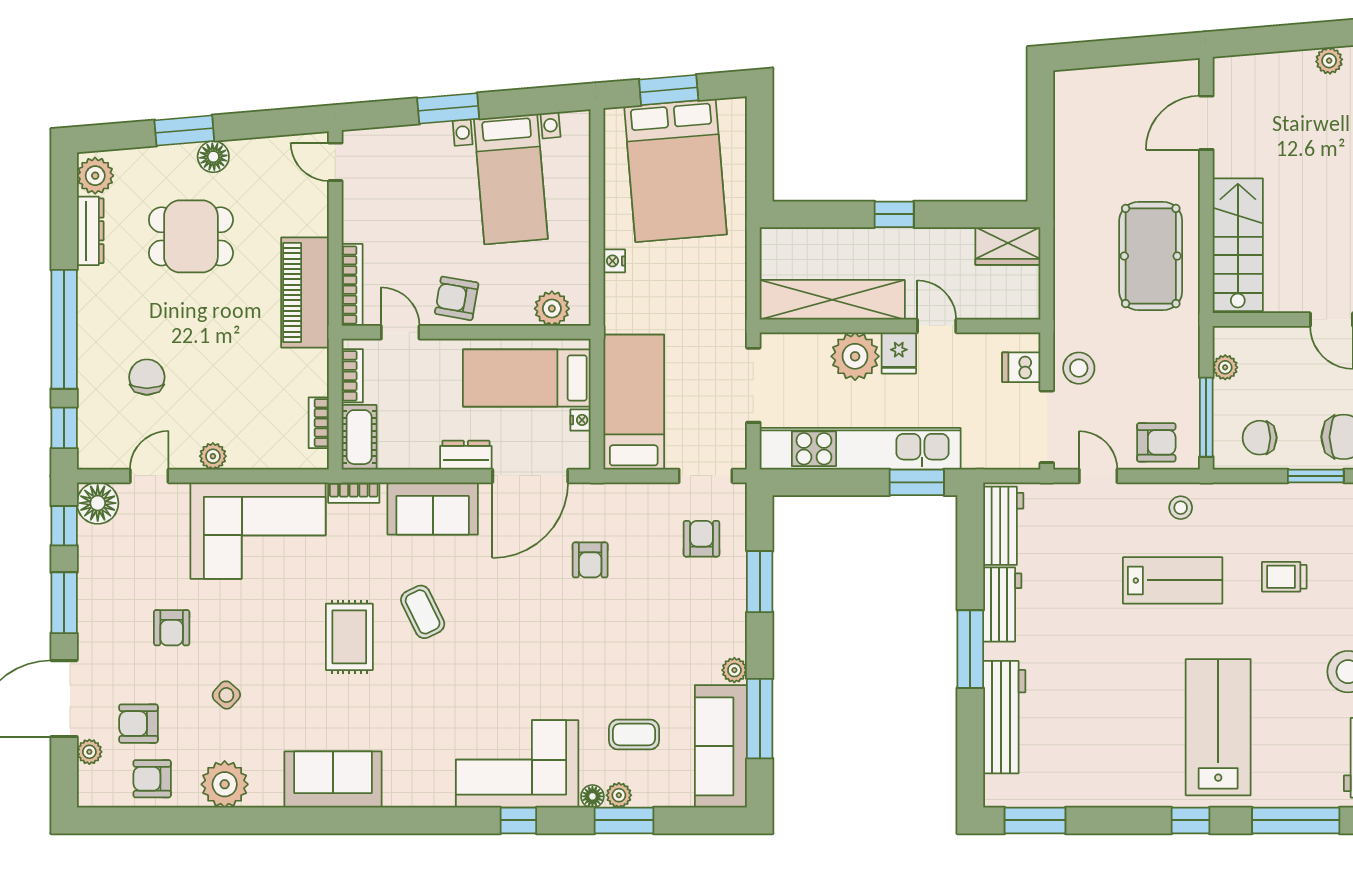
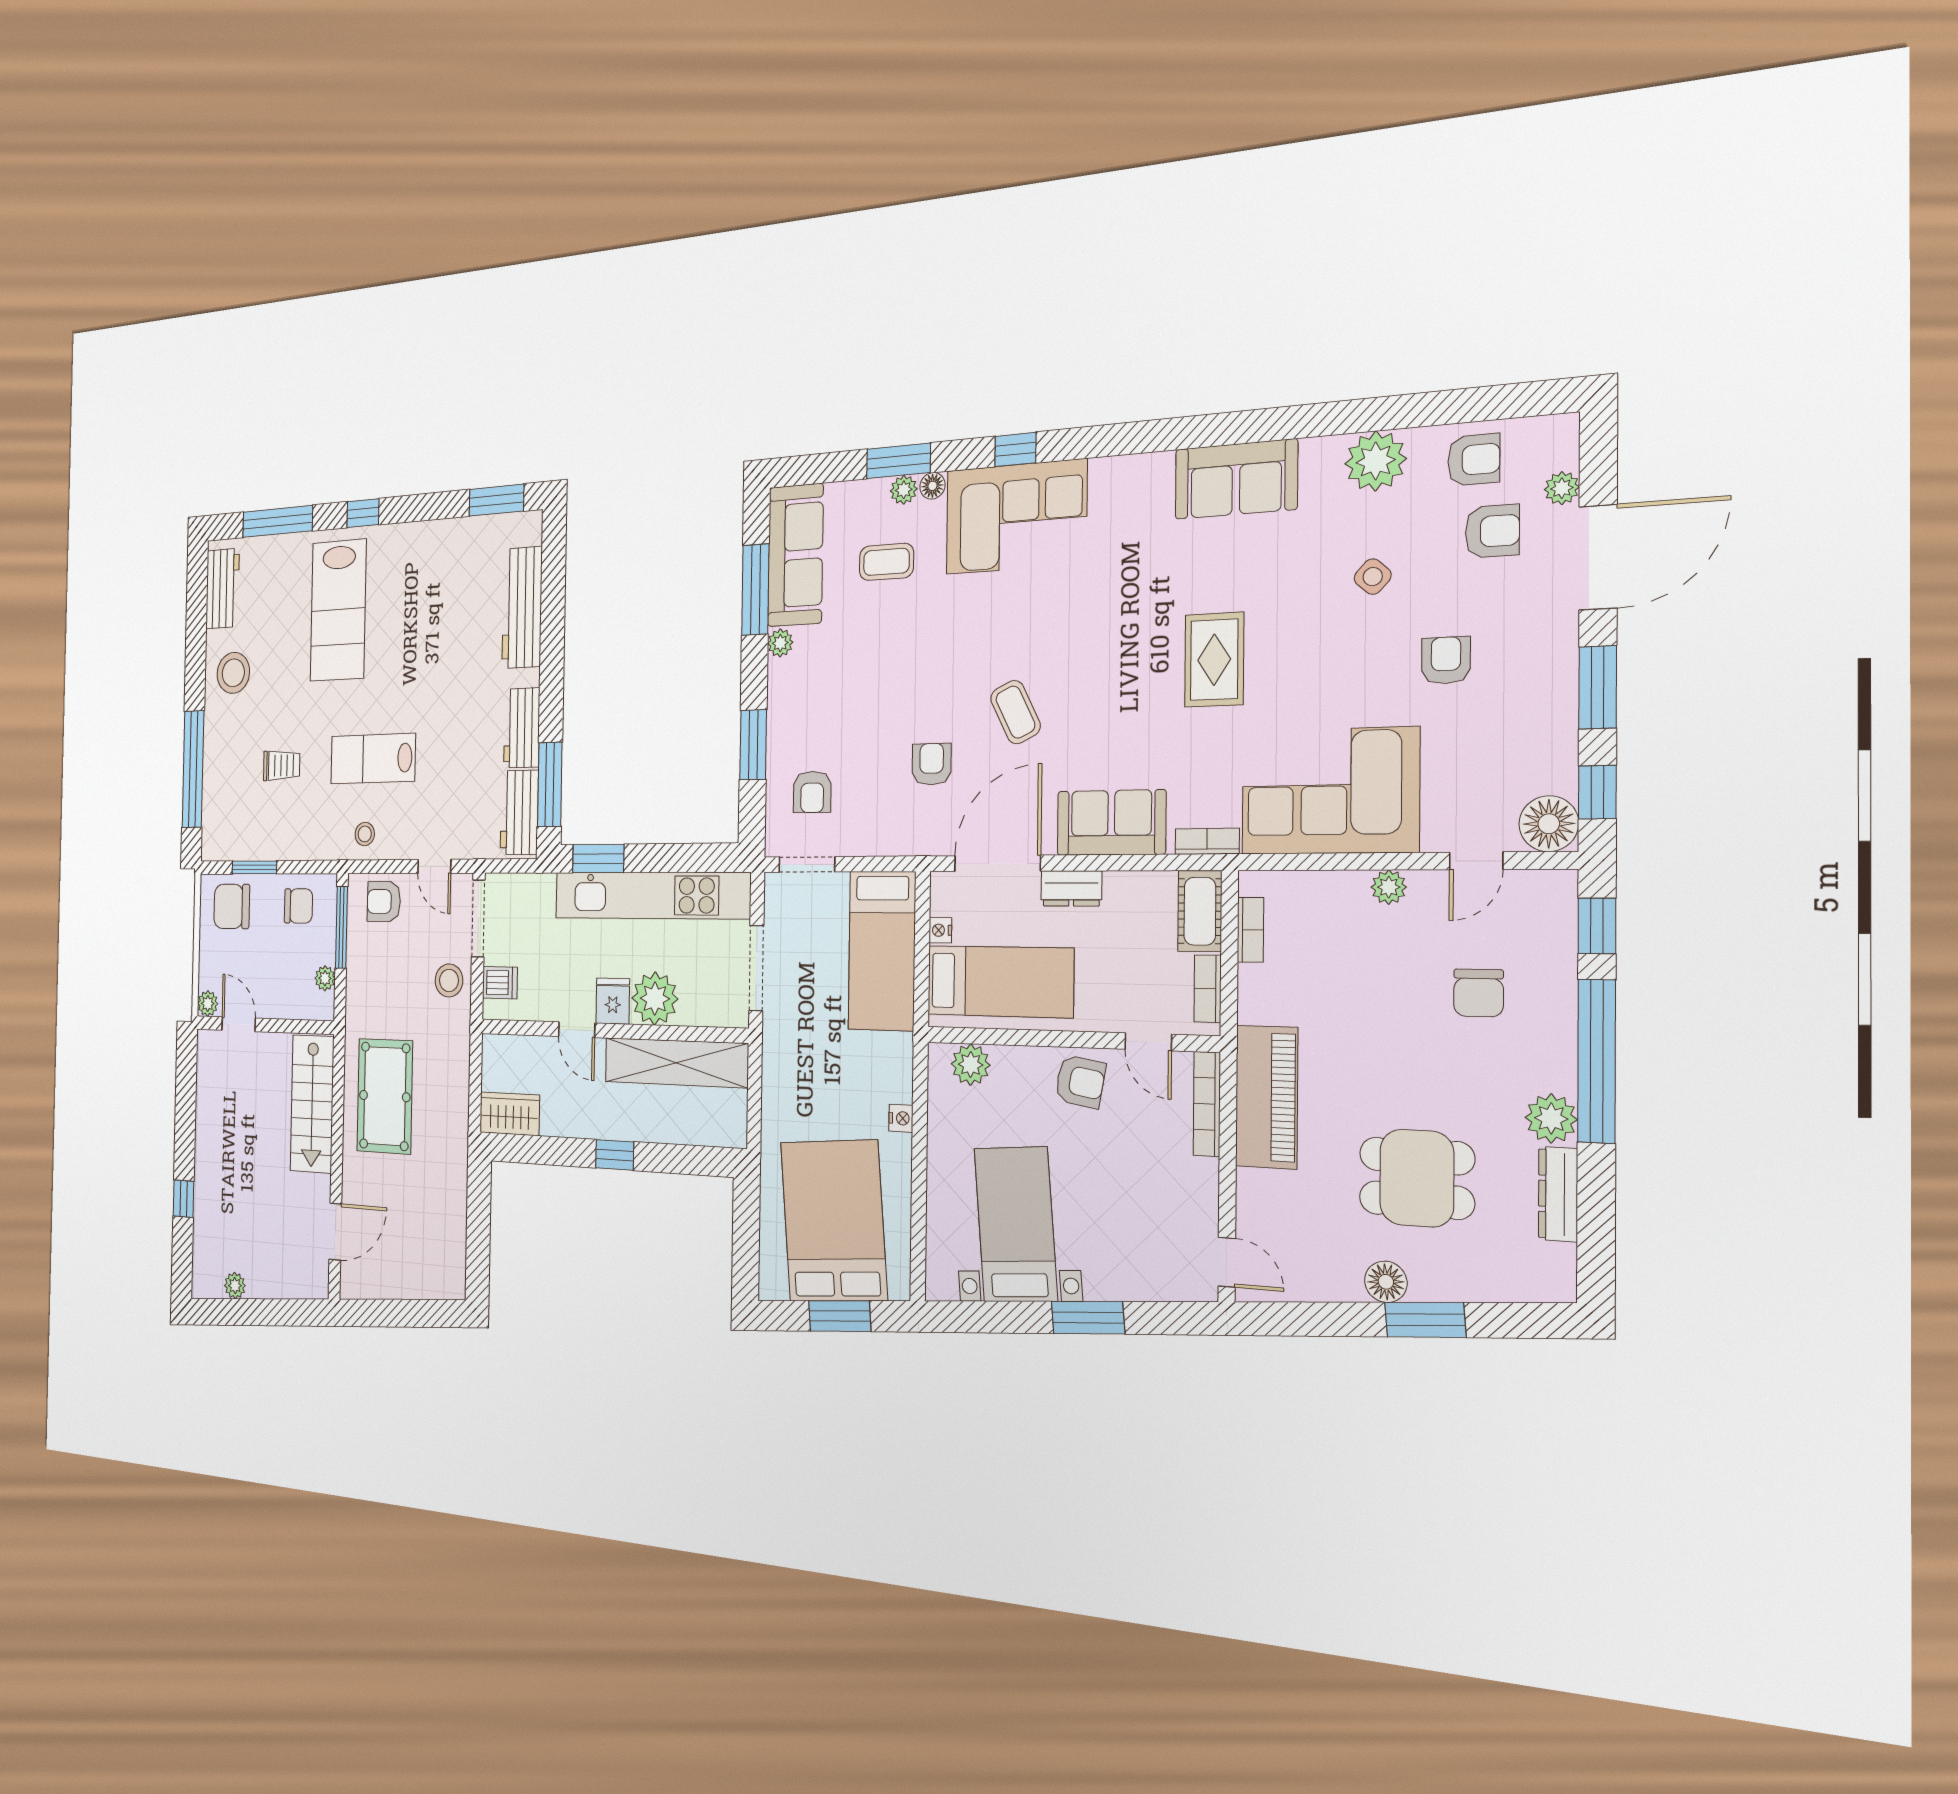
plant: (95, 176) -> (1551, 1118), moved
coffee table: (423, 612) -> (1015, 712), moved
window: (970, 649) -> (550, 784), moved

